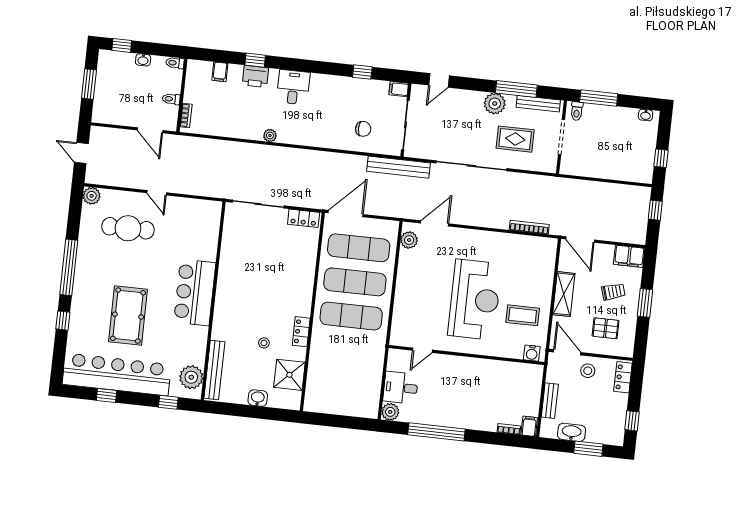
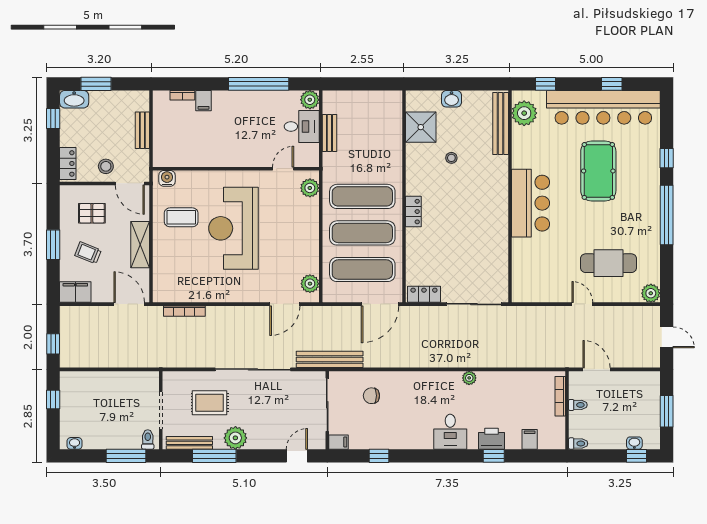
washbasin: (143, 60) -> (634, 443), moved
bookcase: (186, 116) -> (560, 396), width x1.56
trolley: (613, 292) -> (88, 253), turned 39
plant: (399, 329) -> (310, 188), added
locker: (301, 332) -> (413, 212), moved
bench: (375, 379) -> (329, 133), added
filing cabinet: (529, 426) -> (204, 101), moved
washbasin: (572, 432) -> (74, 99), moved

